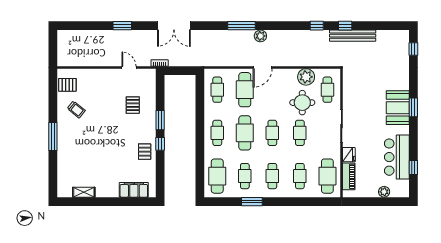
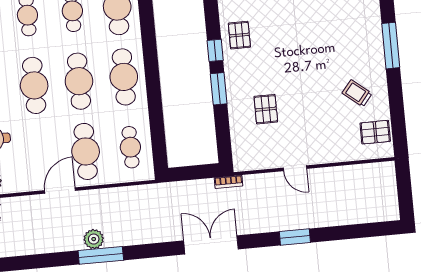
plant: (260, 36) -> (94, 239), moved
door: (129, 67) -> (295, 168), moved
cafe table: (217, 133) -> (124, 77), width x1.37, depth x1.35
cafe table: (272, 133) -> (34, 85), width x1.37, depth x1.35

